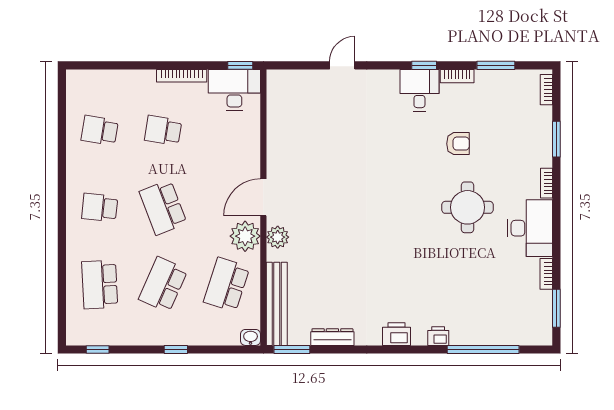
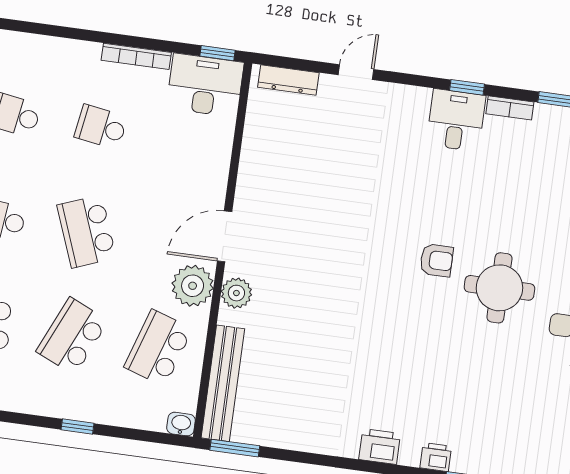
armchair: (458, 144) -> (437, 260), moved
dresser: (332, 337) -> (288, 80), moved, turned 180

